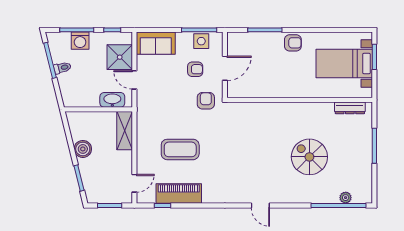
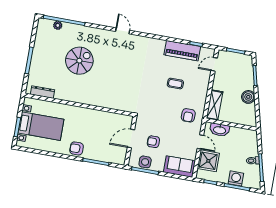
armchair: (206, 101) -> (188, 115), moved
coffee table: (180, 149) -> (175, 84), width x0.54, depth x0.58
spiral stairs: (309, 157) -> (79, 61), turned -90

